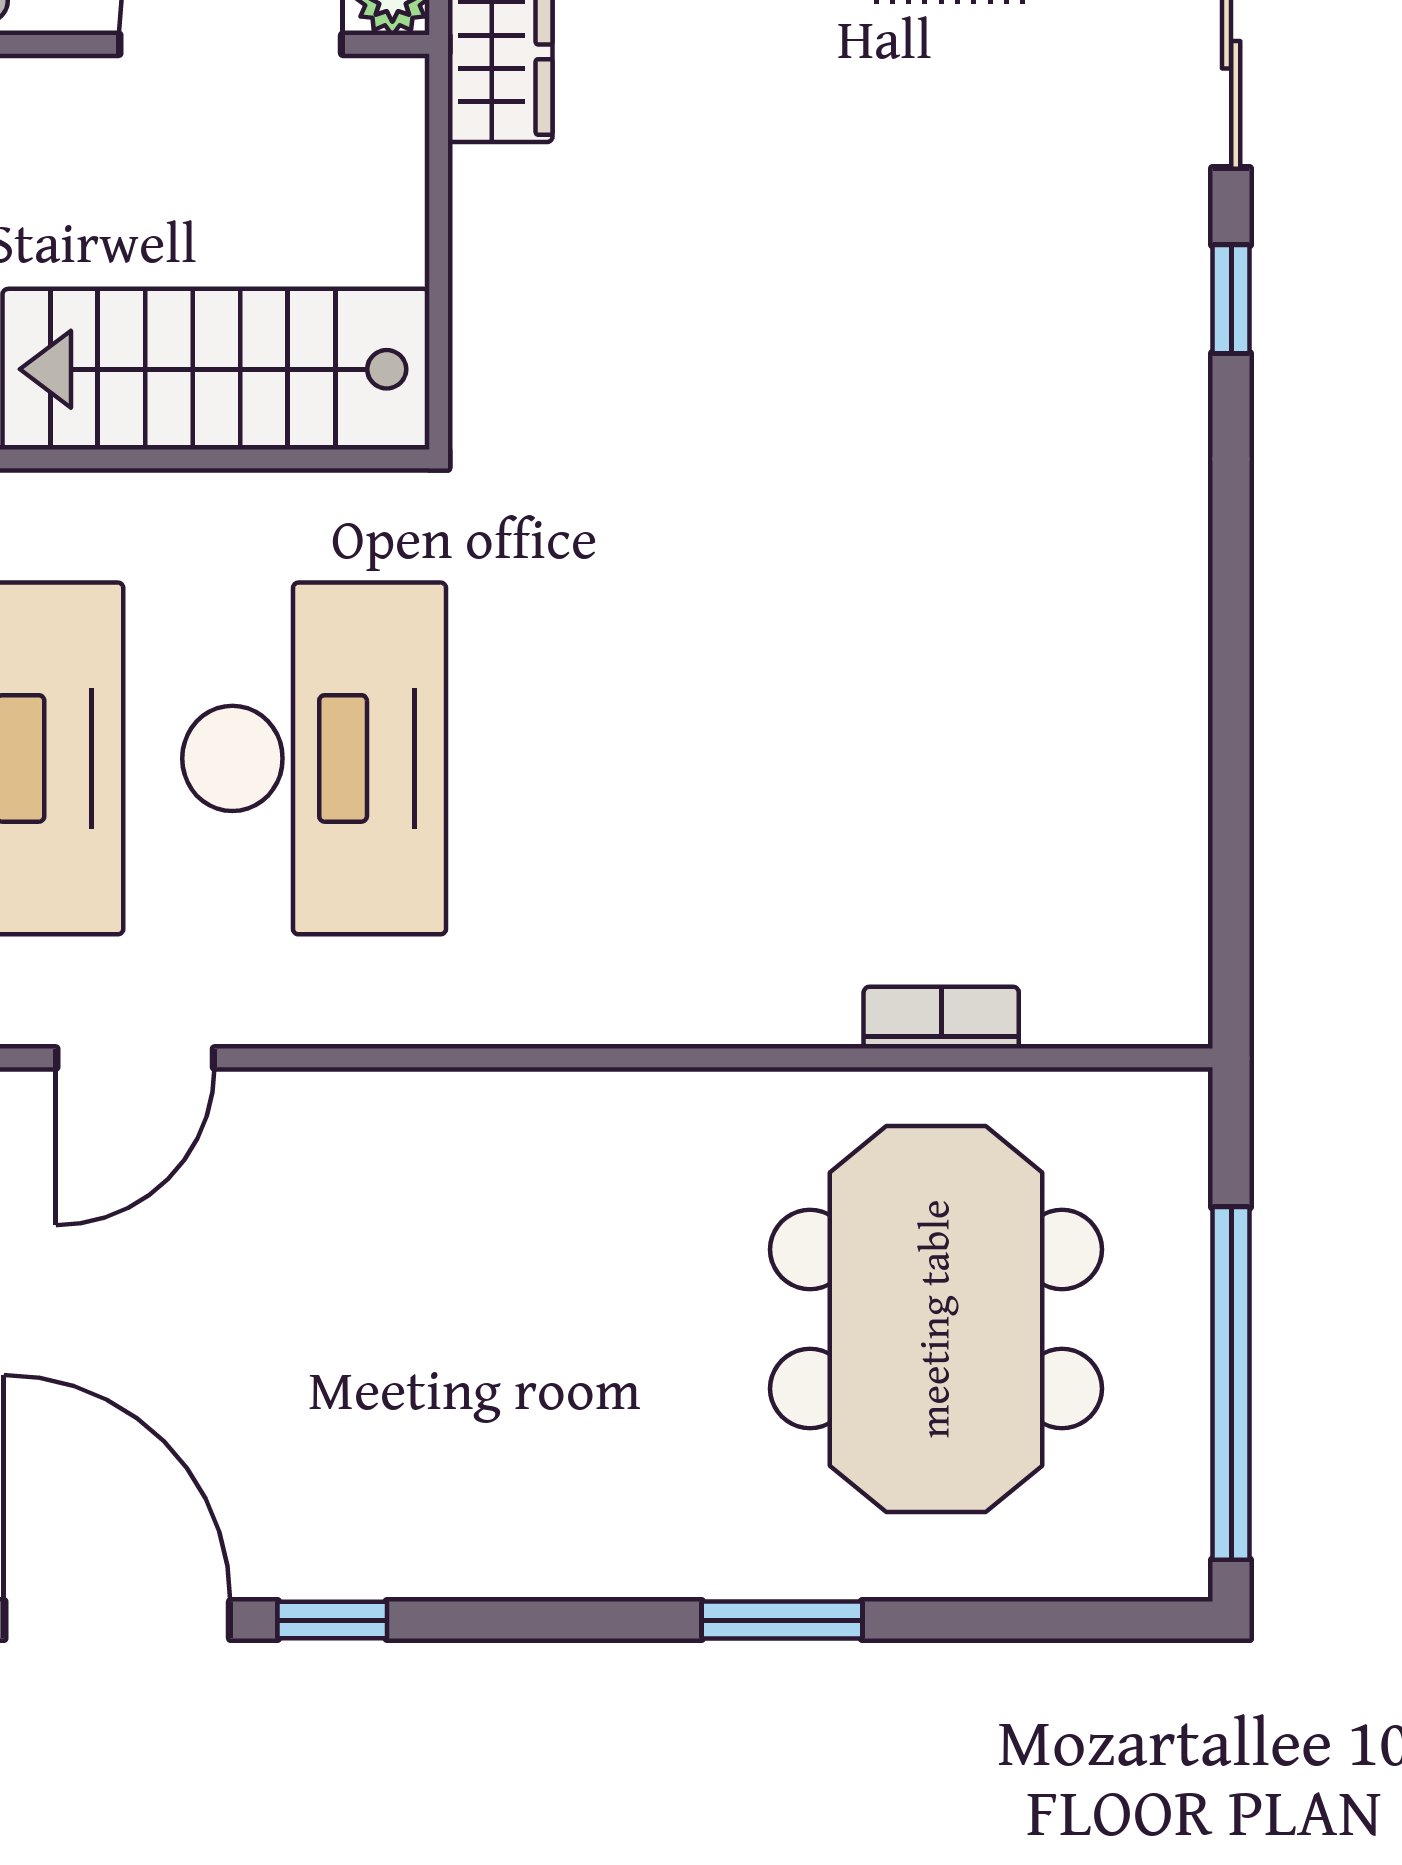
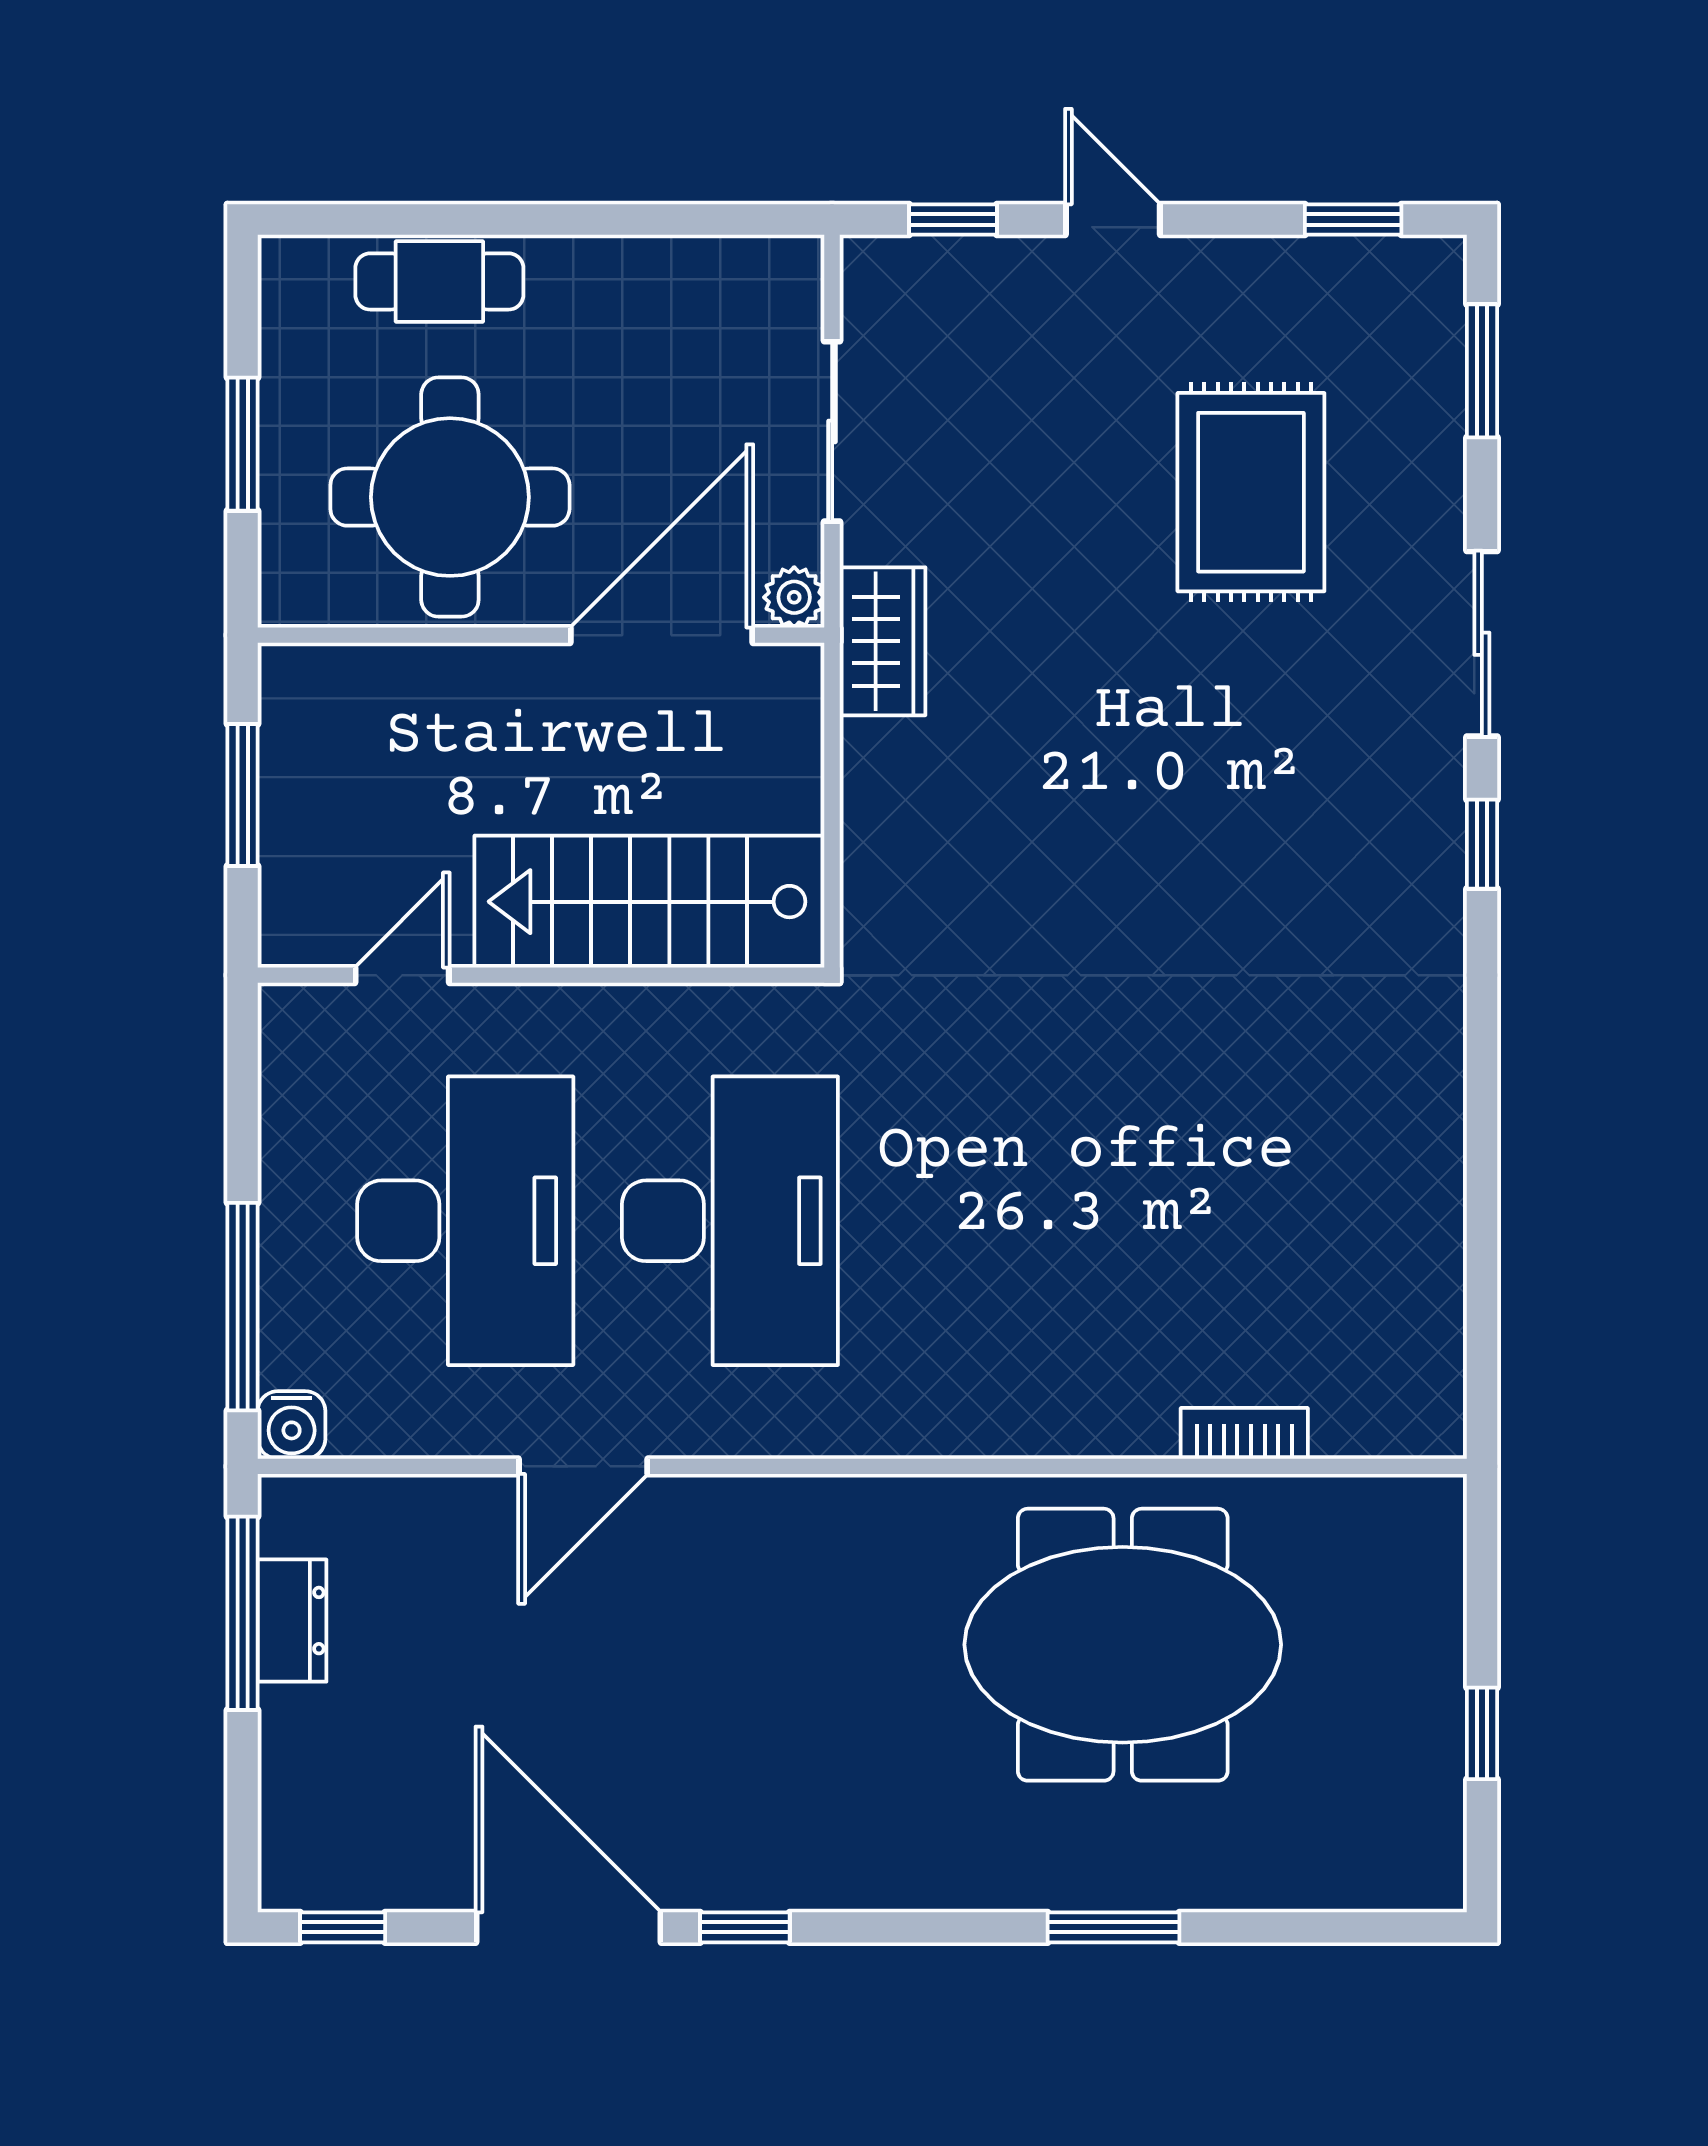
meeting table: (936, 1319) -> (1123, 1645), moved, turned 90
window: (1231, 1383) -> (1482, 1733), width x0.32

